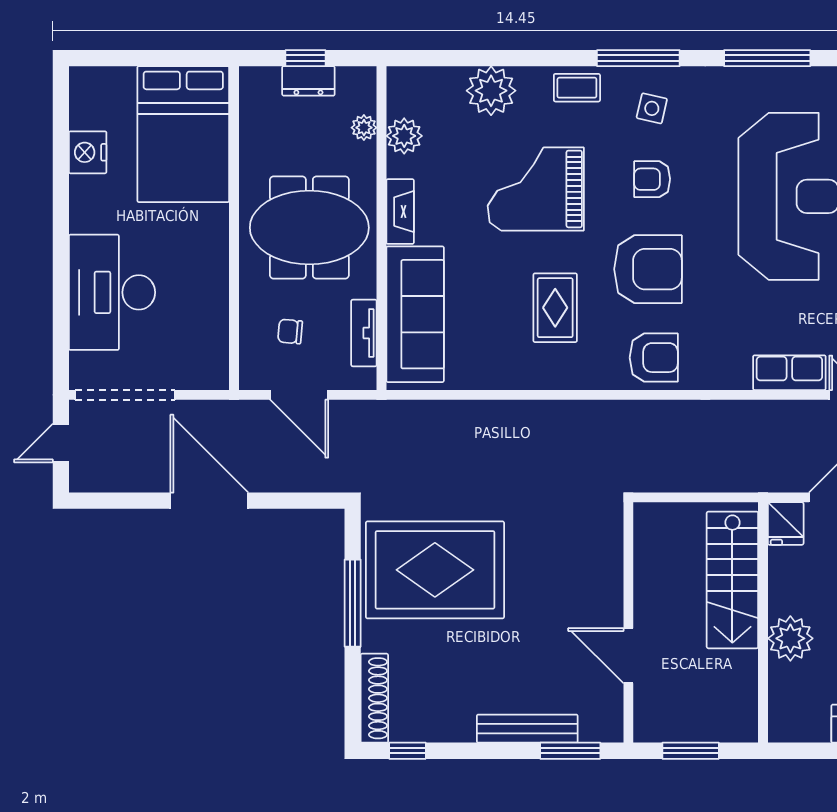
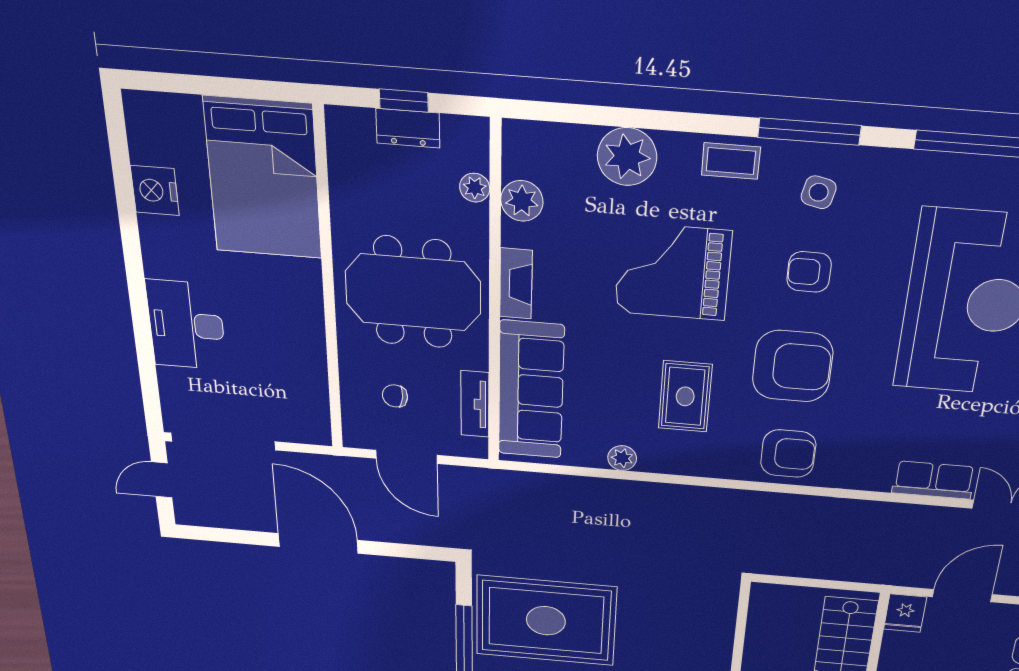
desk: (112, 292) -> (186, 325), width x0.73, depth x0.77
plant: (502, 377) -> (622, 458), added

